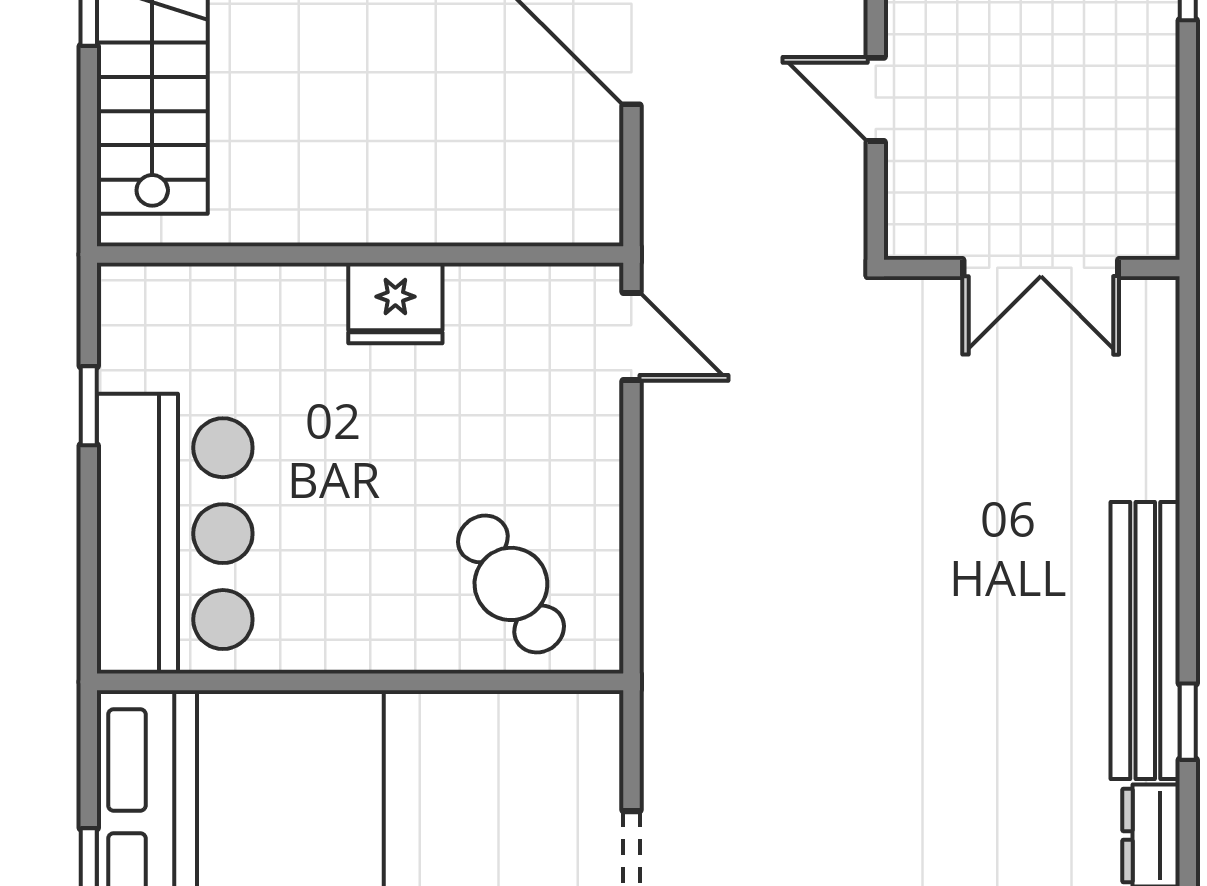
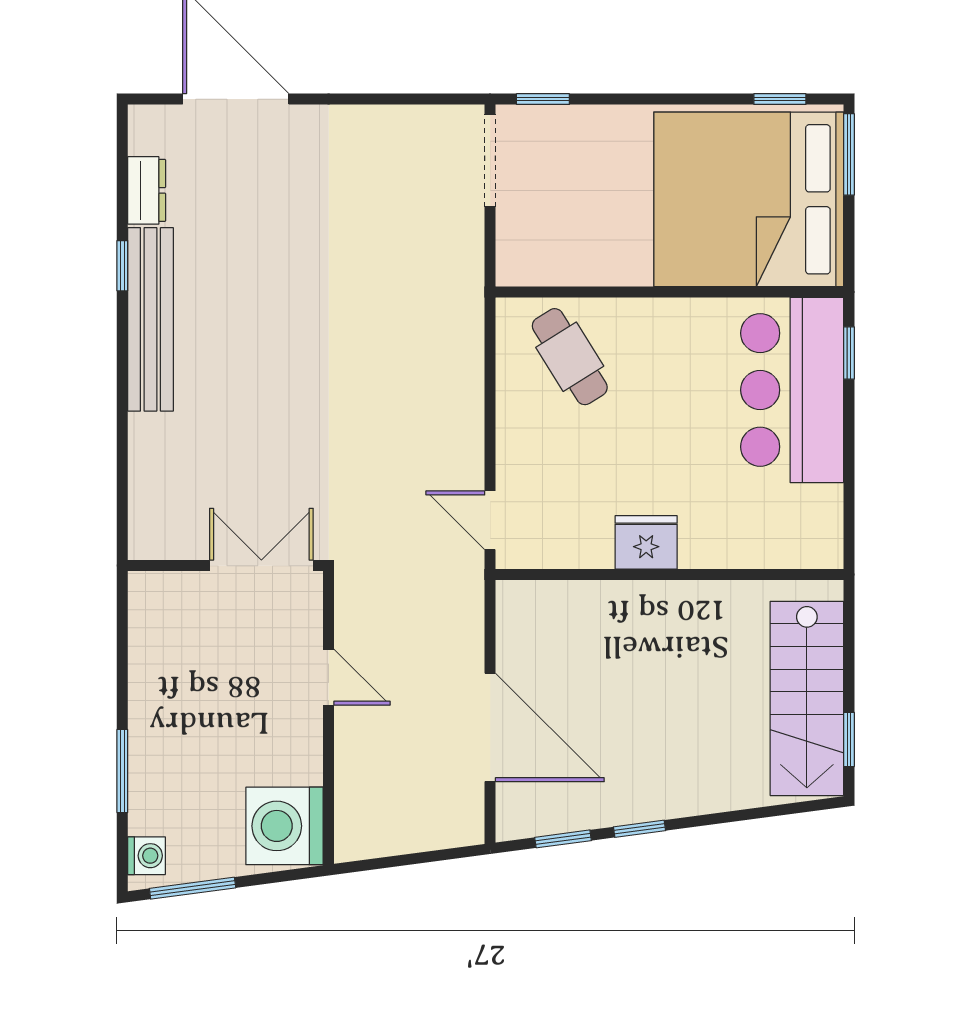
double door: (1041, 268) -> (261, 566), moved
window: (89, 406) -> (849, 353), moved

